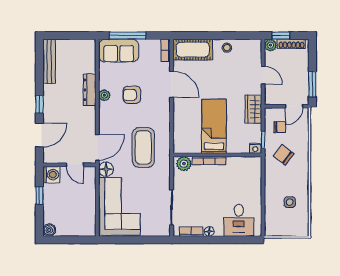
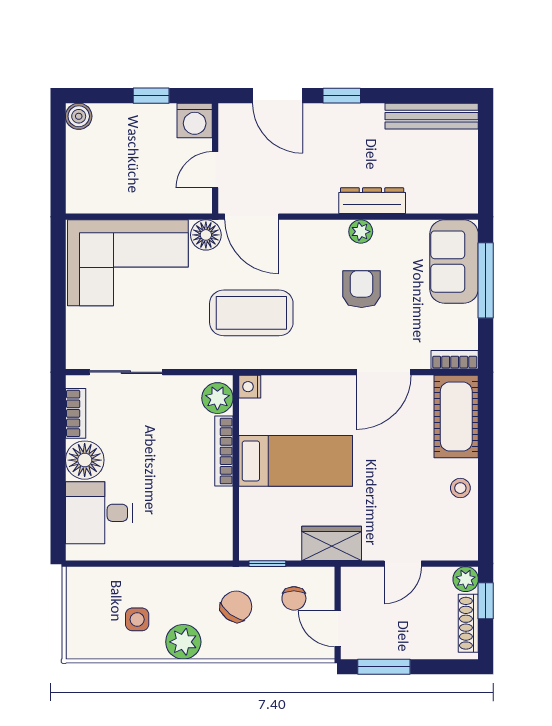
nightstand: (255, 148) -> (250, 387), moved
plant: (300, 180) -> (183, 642), added
floor lamp: (209, 231) -> (85, 460), width x1.89, depth x1.89

